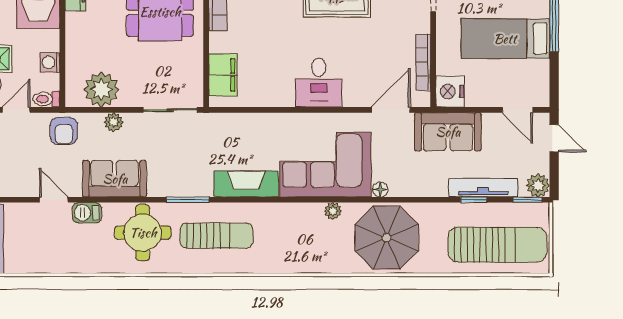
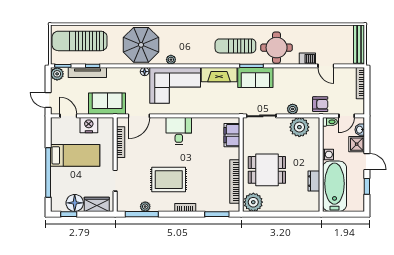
washing machine: (50, 62) -> (328, 155), moved
nightstand: (450, 91) -> (89, 125), moved, turned -90
armchair: (64, 131) -> (320, 104), turned 90
sofa: (115, 179) -> (255, 78), moved

